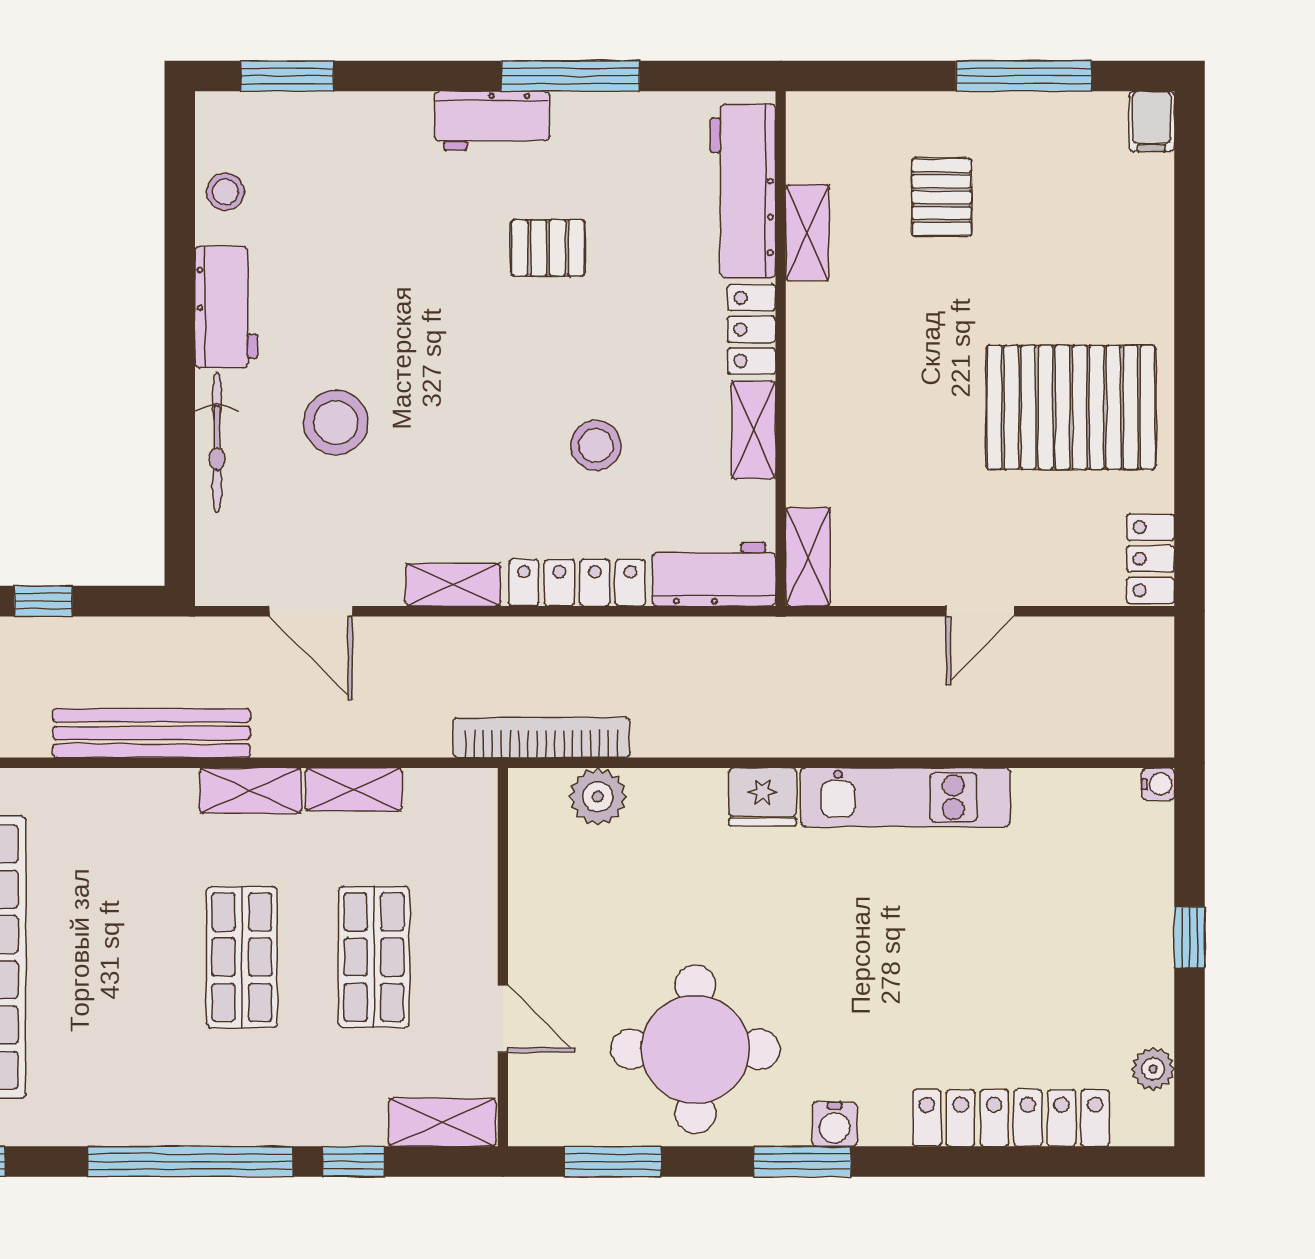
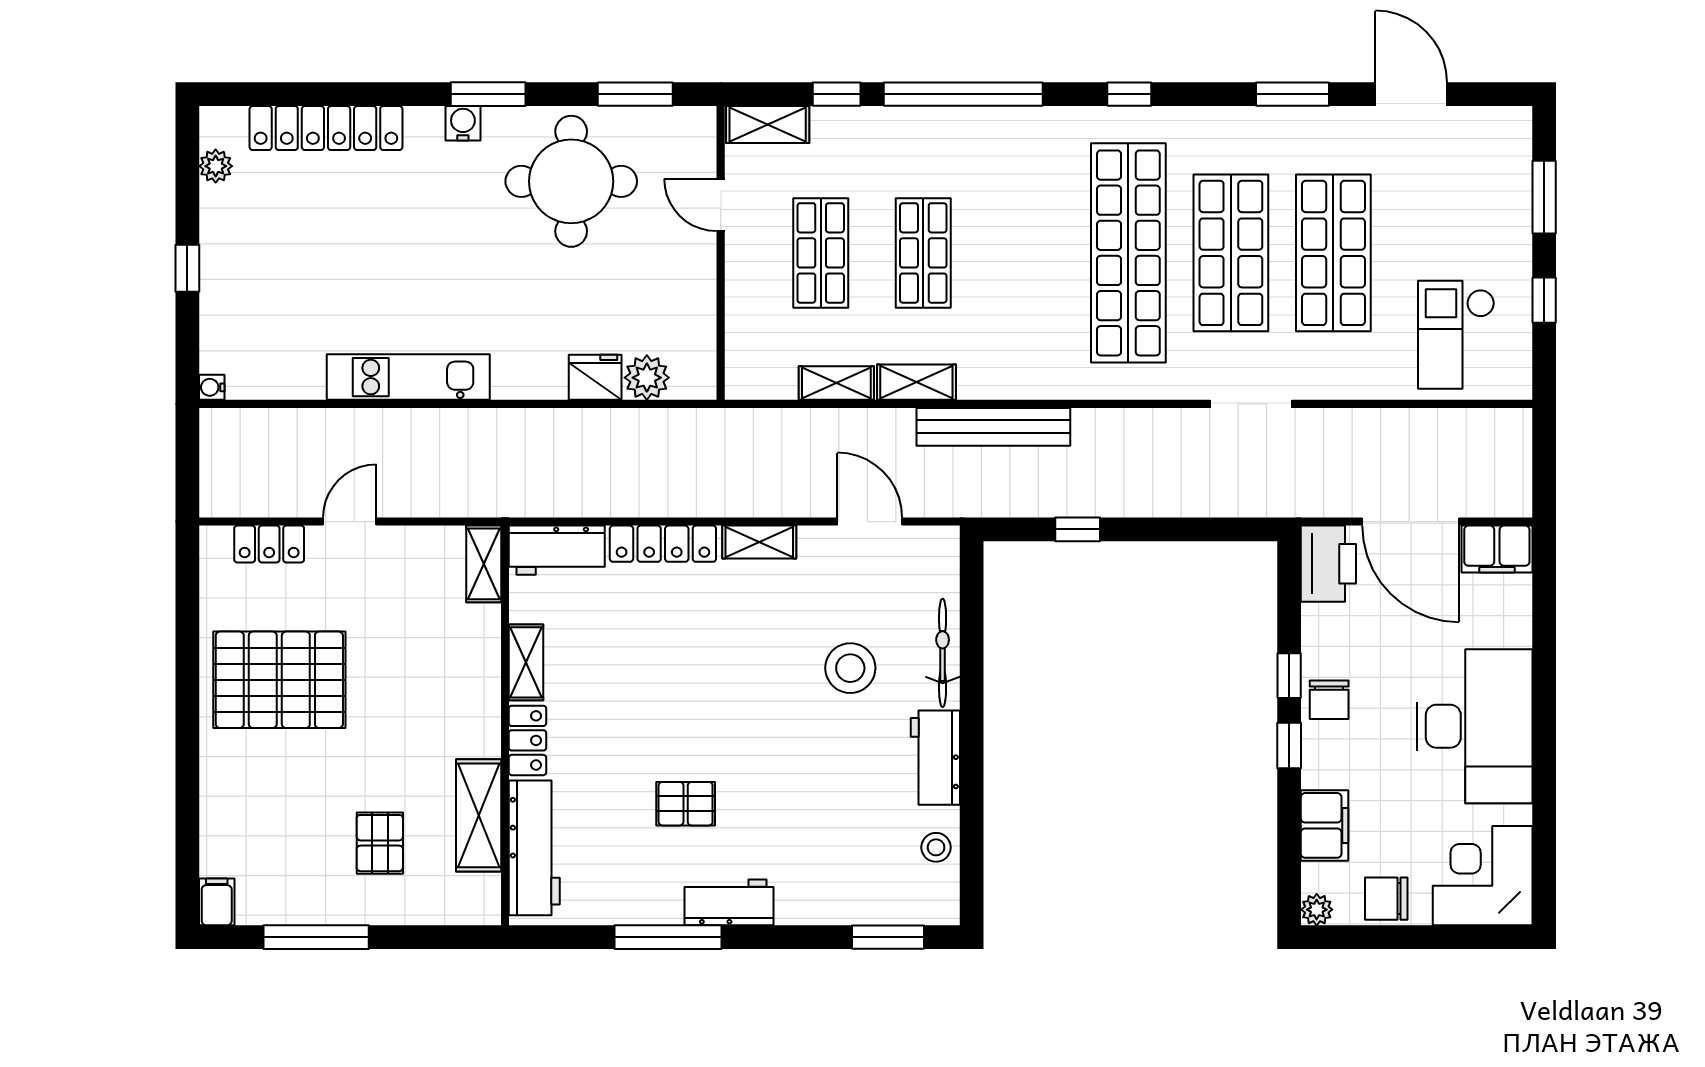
shelving: (807, 233) -> (479, 815), width x1.50, depth x1.33
stool: (596, 445) -> (648, 650), removed
locker: (1150, 559) -> (269, 544), moved, turned 90
bookcase: (542, 738) -> (691, 423), removed
fridge: (763, 797) -> (595, 377), moved

